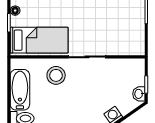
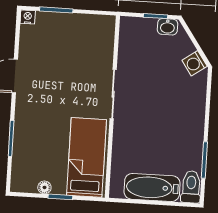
stool: (56, 75) -> (136, 137), removed

